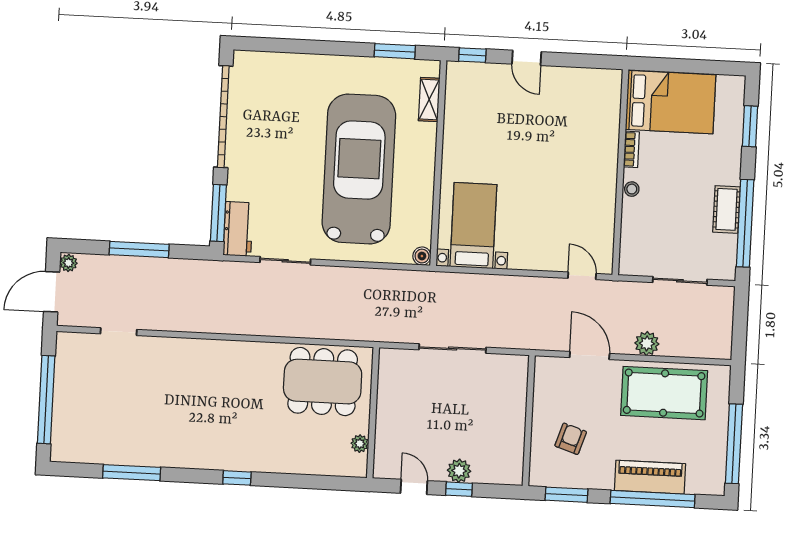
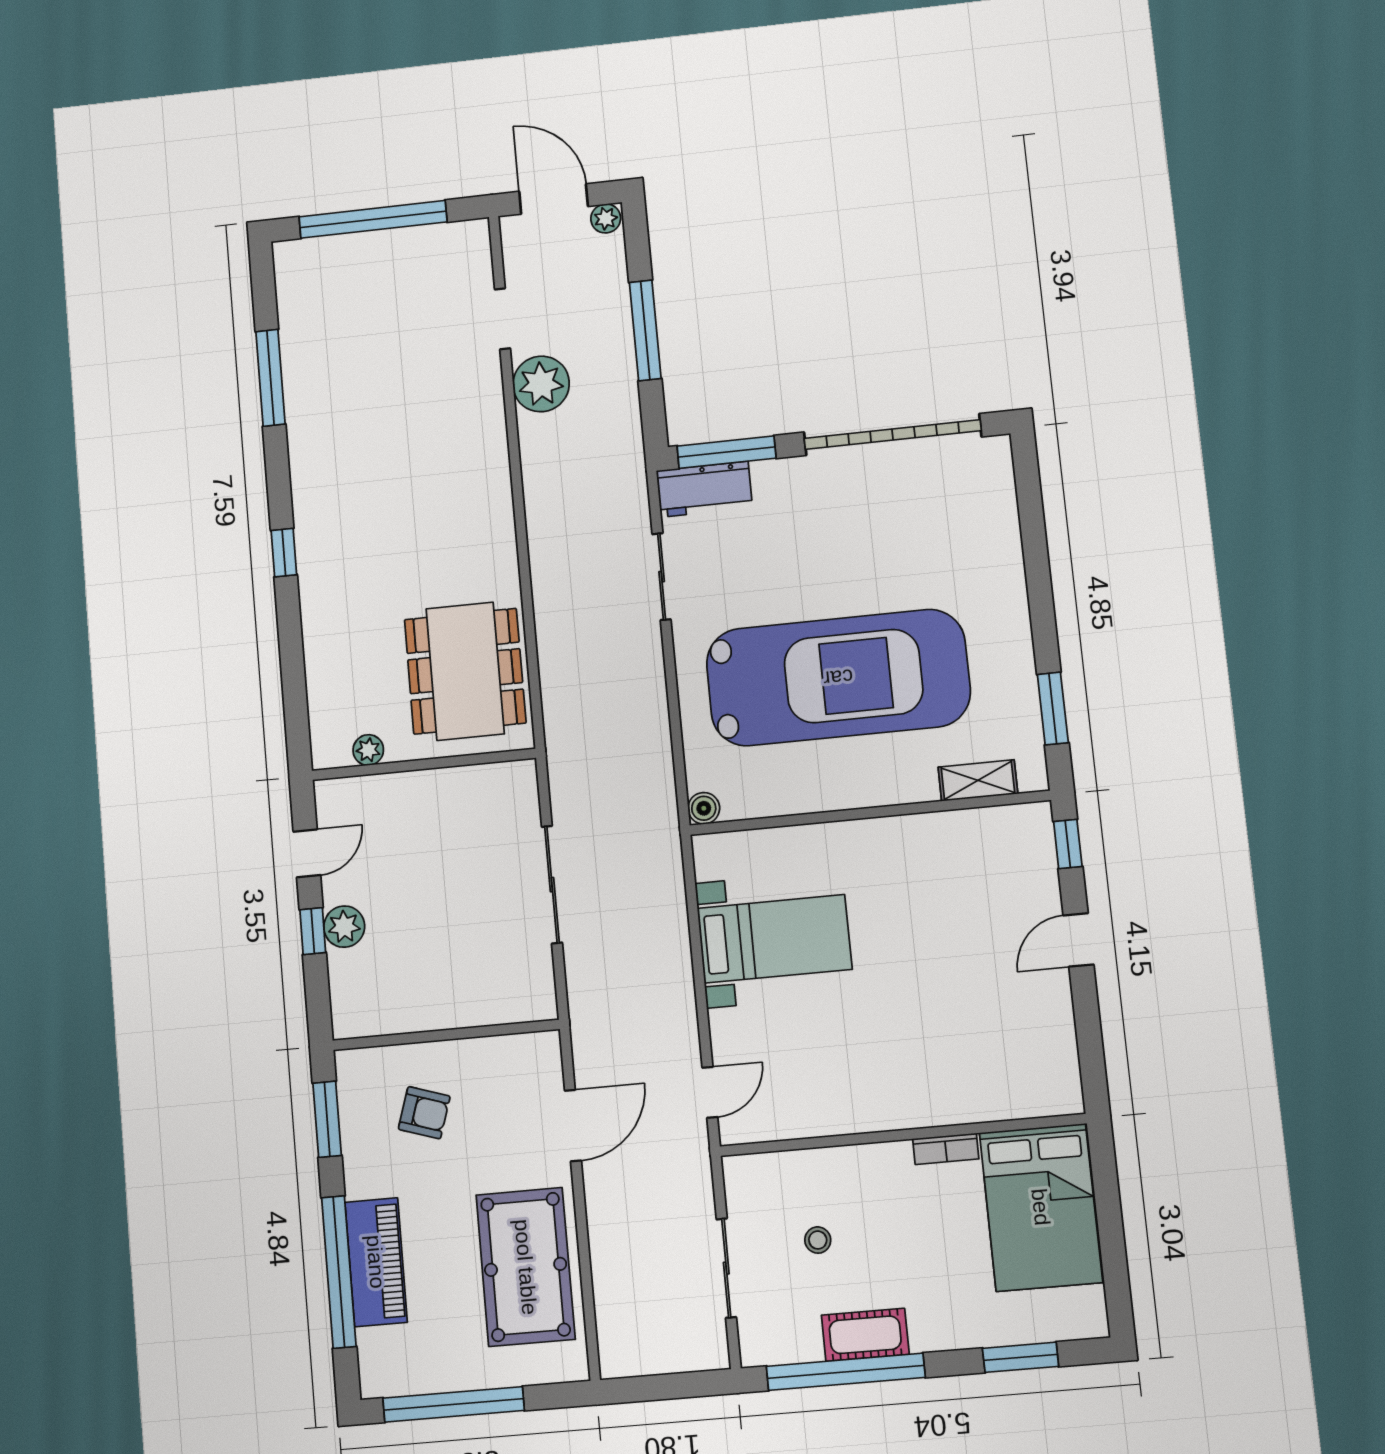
stool: (632, 189) -> (818, 1240), moved
bed with nightstands: (473, 226) -> (775, 939), moved
plant: (647, 343) -> (541, 384), moved, width x1.36, depth x1.36

